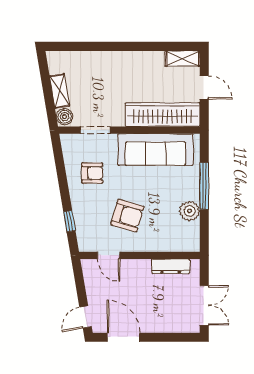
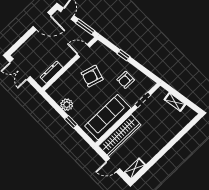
boiler: (65, 117) -> (162, 93), removed
window: (204, 186) -> (71, 122), width x0.46
window: (69, 221) -> (124, 55), moved
window: (79, 281) -> (85, 27), added

